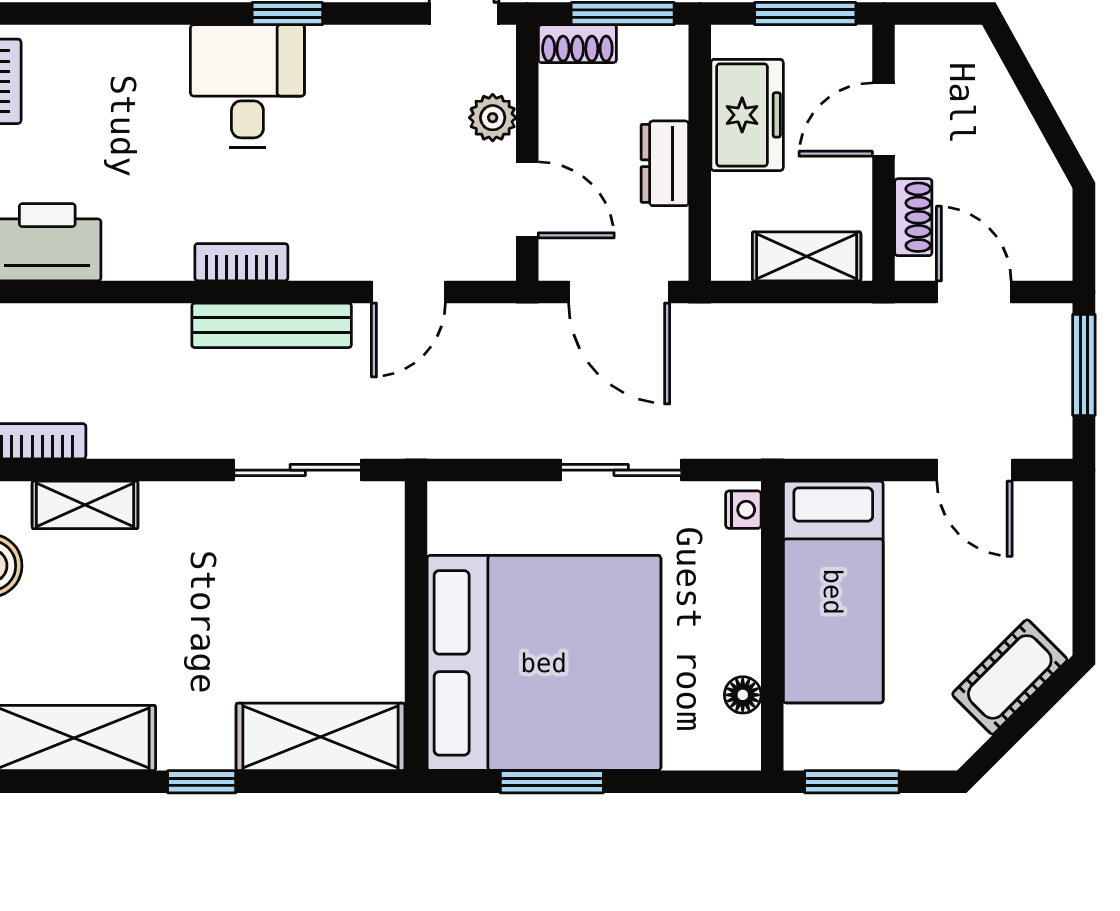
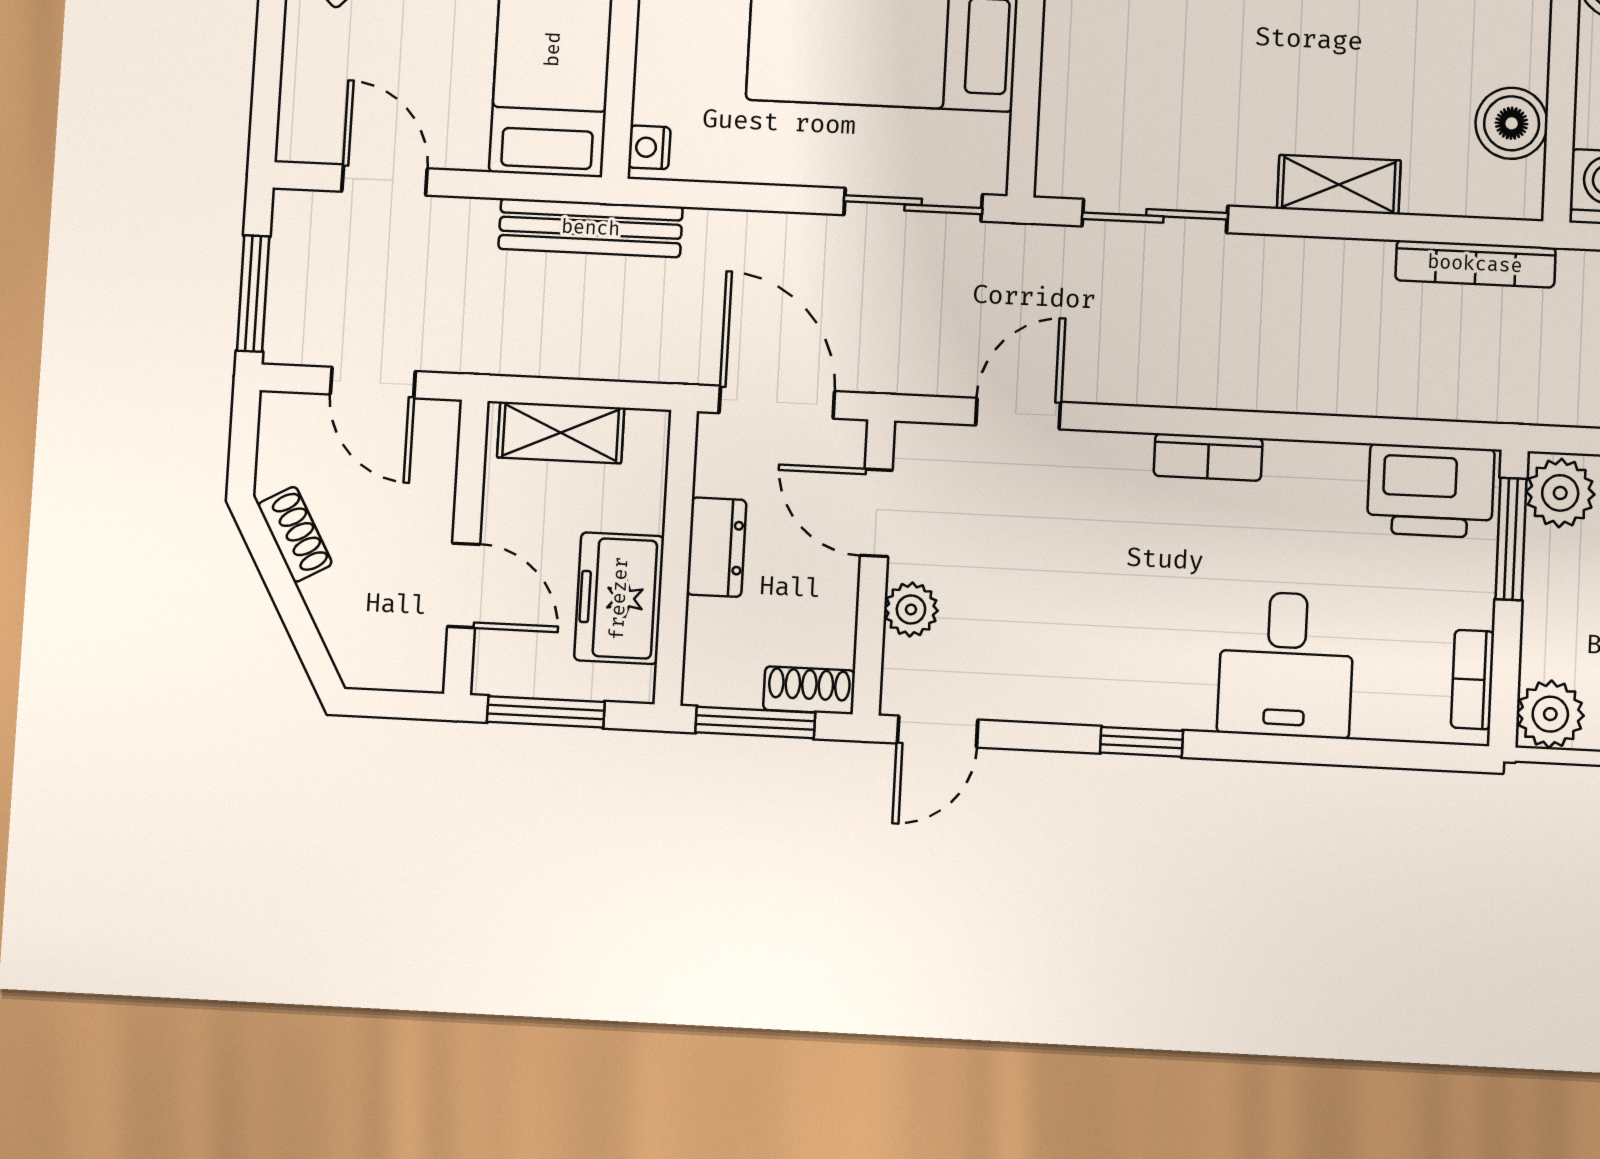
desk: (247, 86) -> (1286, 665), moved
door: (883, 119) -> (464, 585), hinge flipped
shoe rack: (913, 217) -> (295, 534), moved, turned 151
bench: (272, 325) -> (591, 228), moved
sliding door: (621, 470) -> (913, 205), moved
shelving: (85, 505) -> (1339, 185), moved

